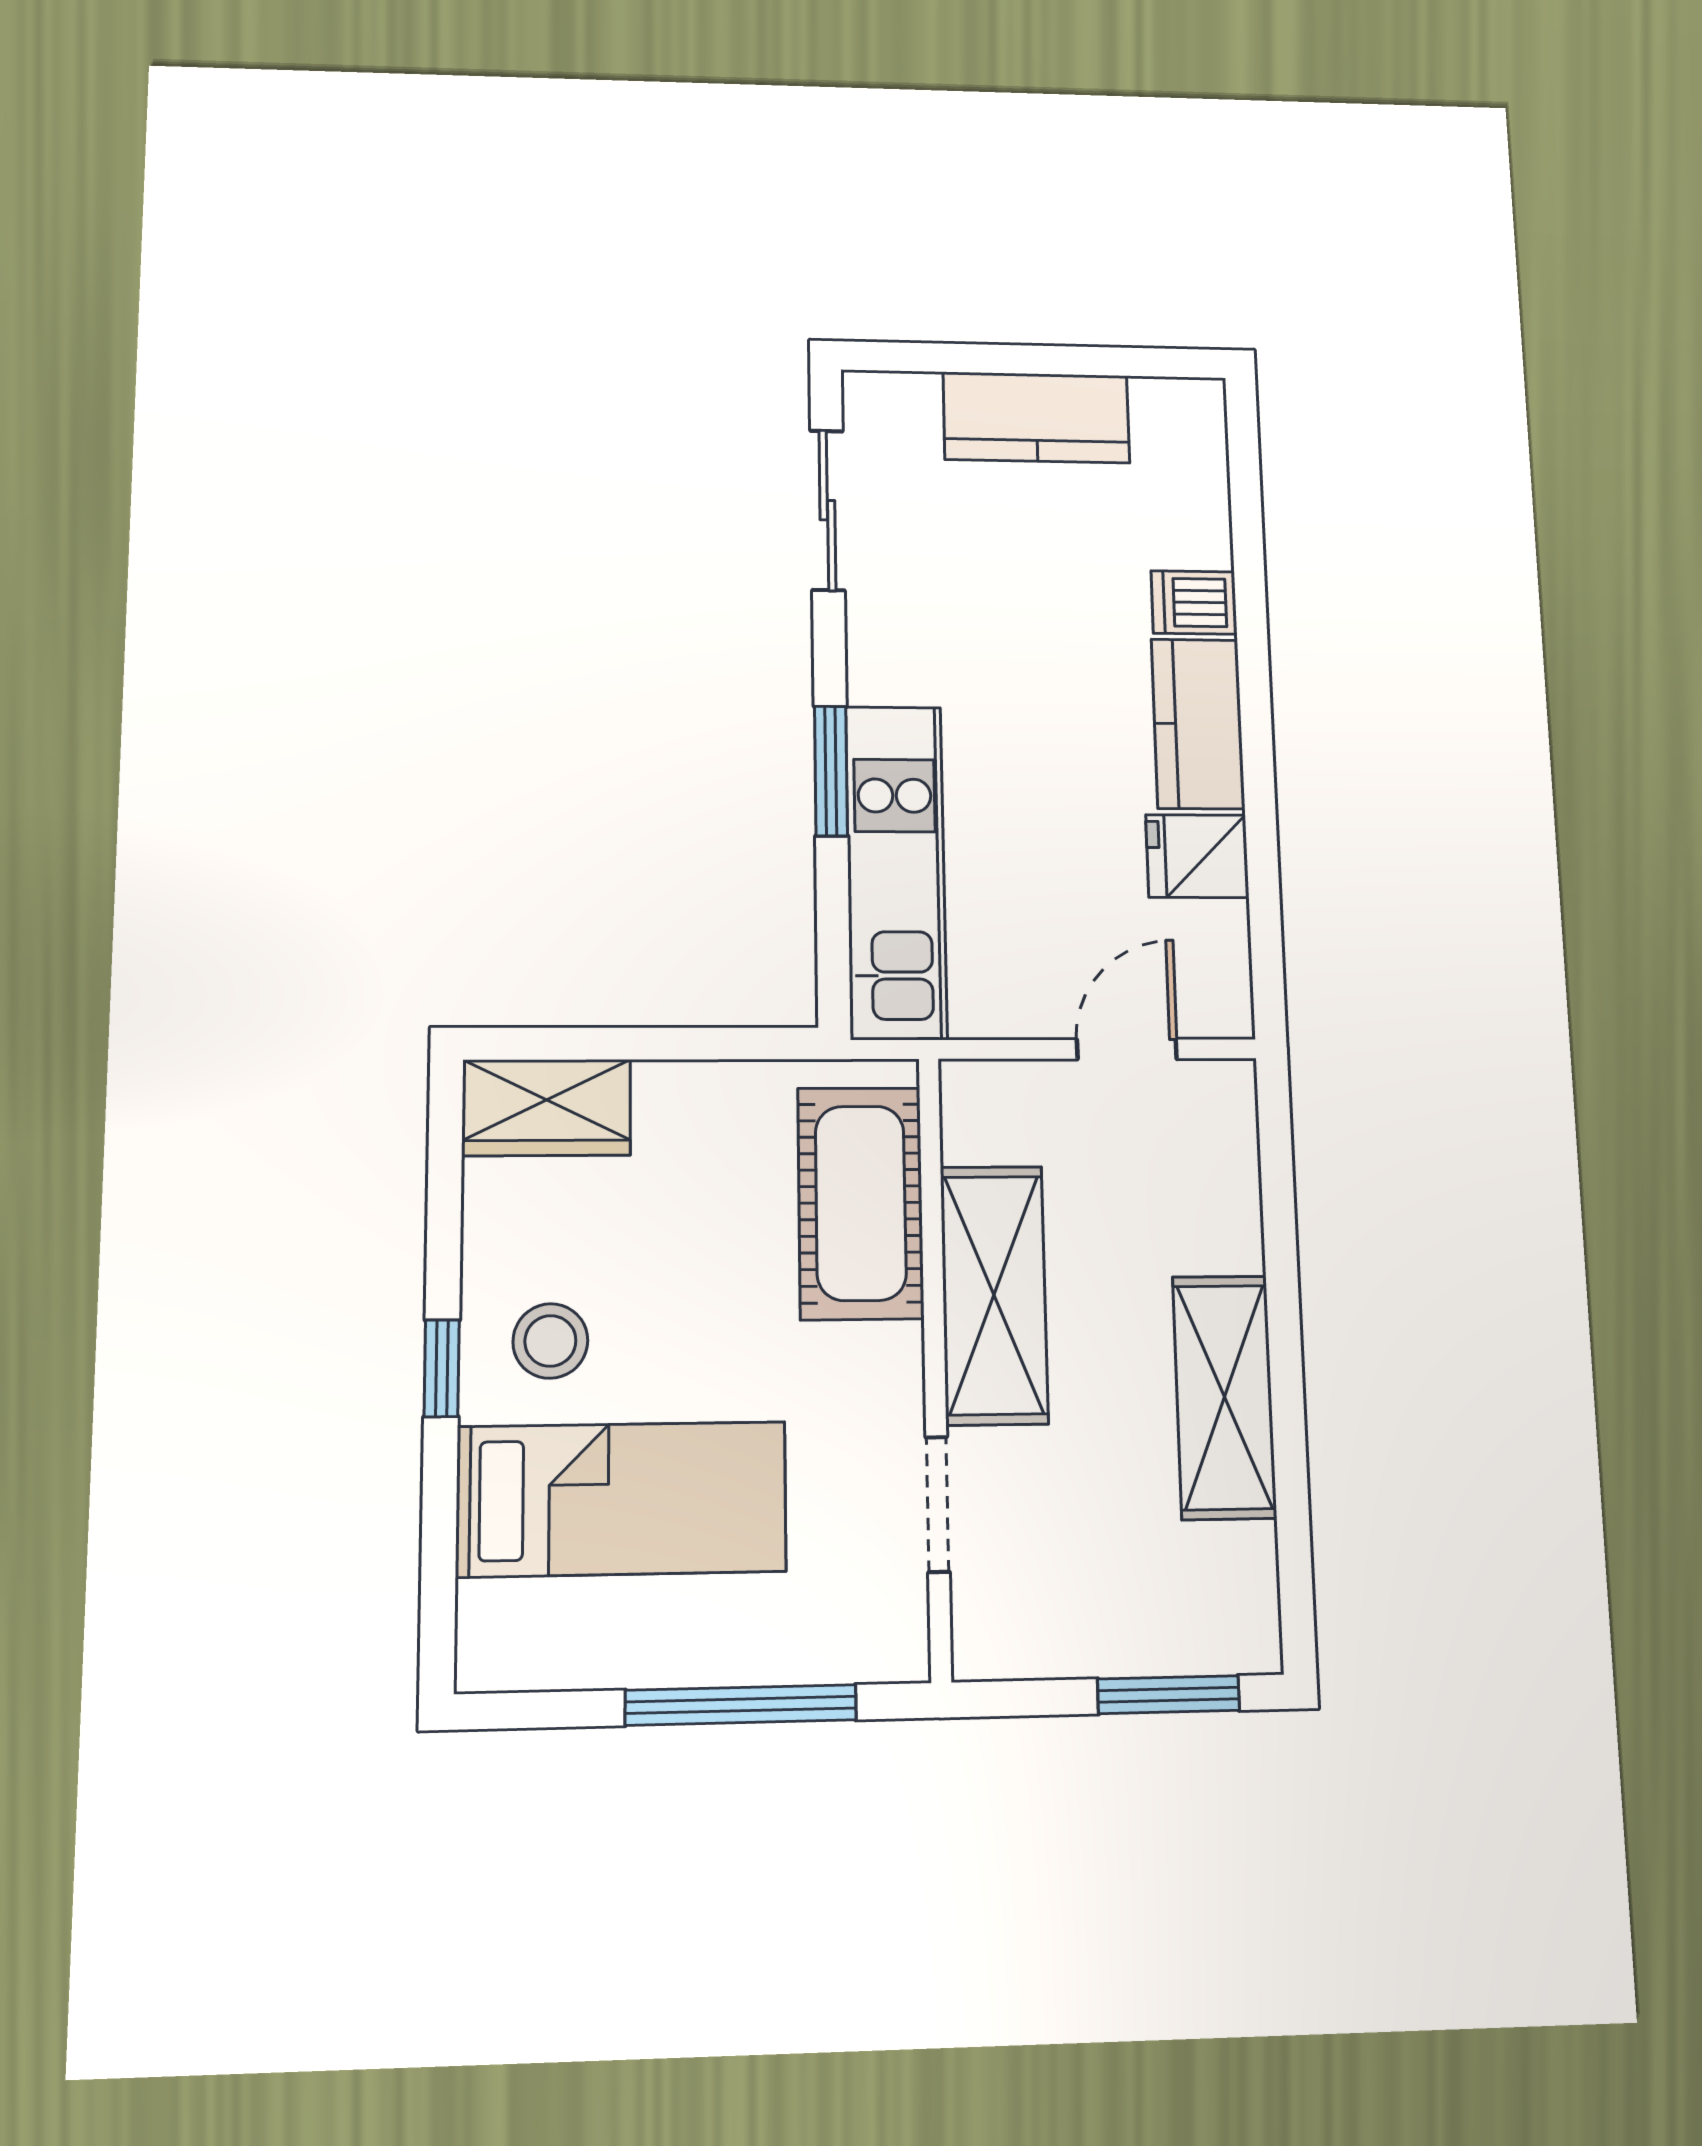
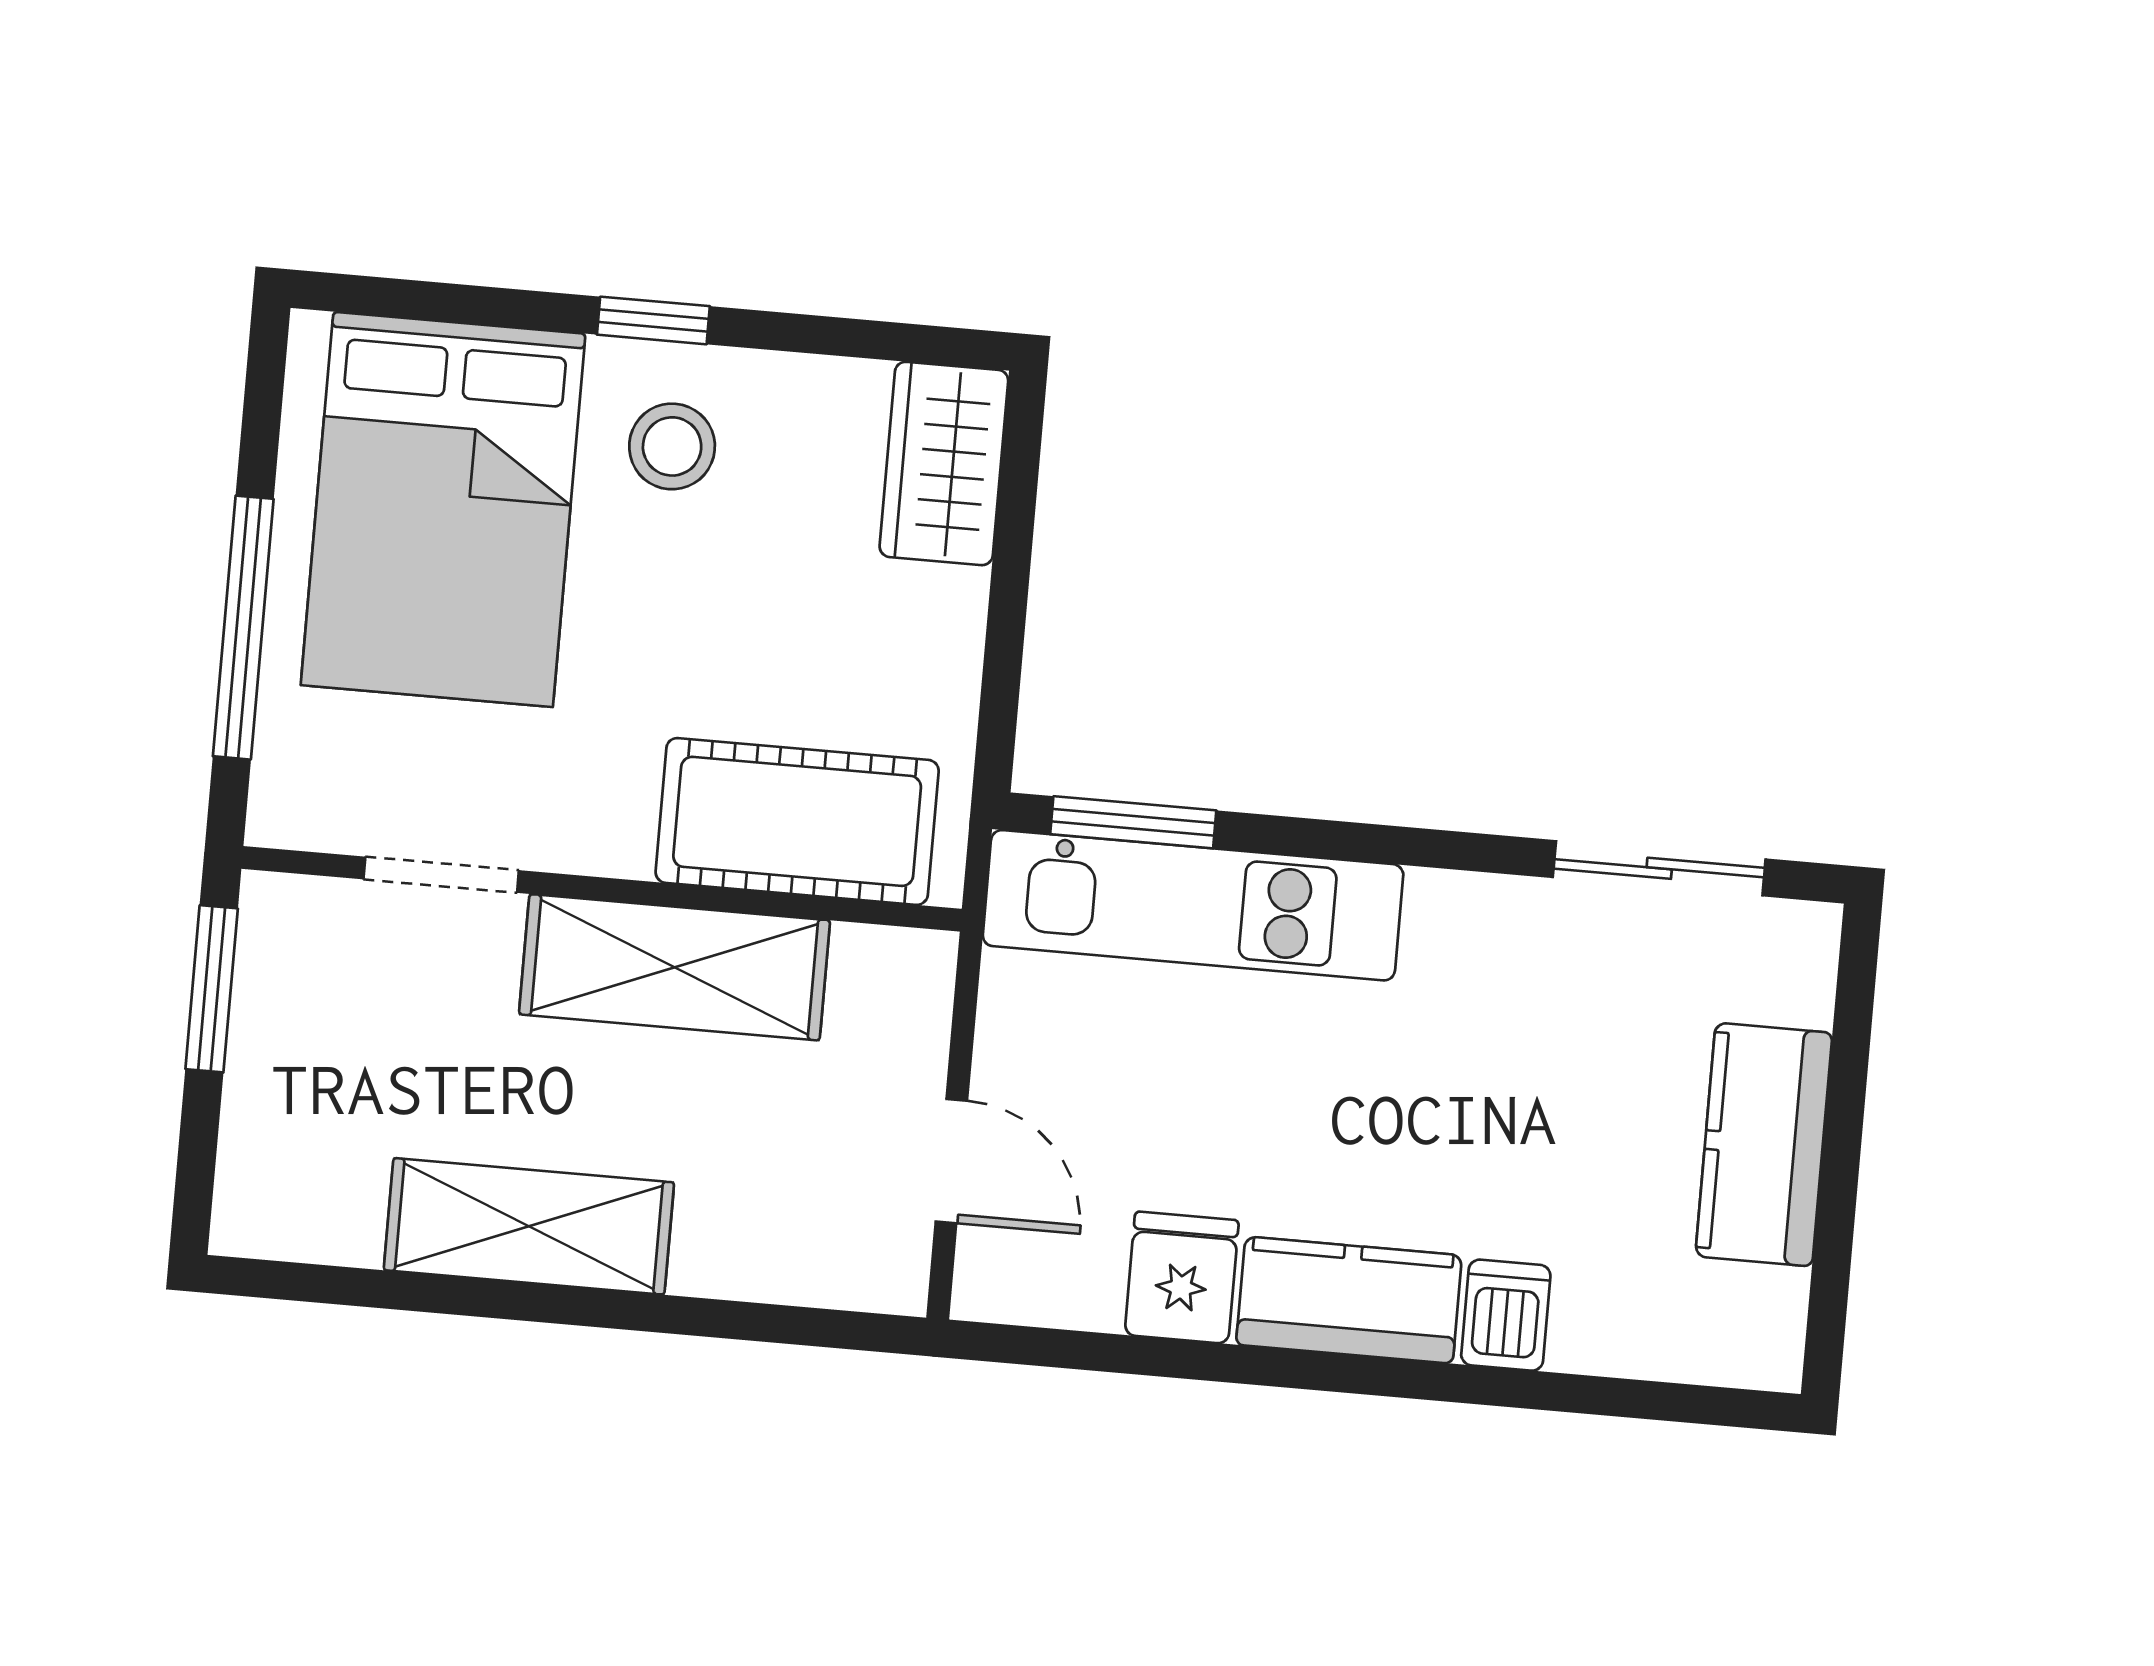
window: (831, 771) -> (1133, 822), moved
bed: (622, 1499) -> (443, 509), width x1.50
window: (1168, 1695) -> (212, 989), moved

